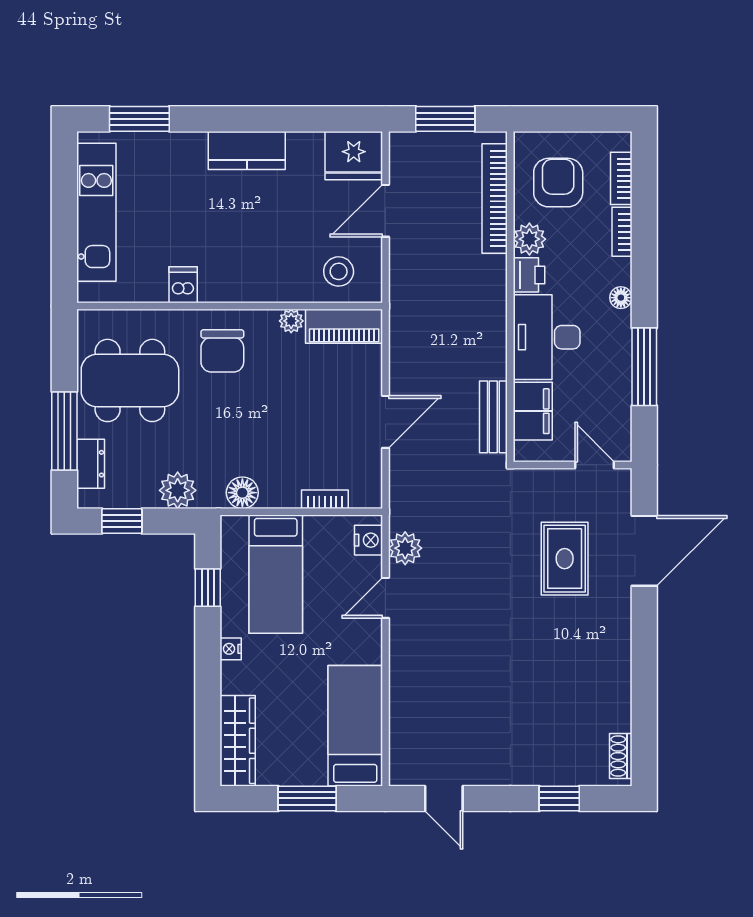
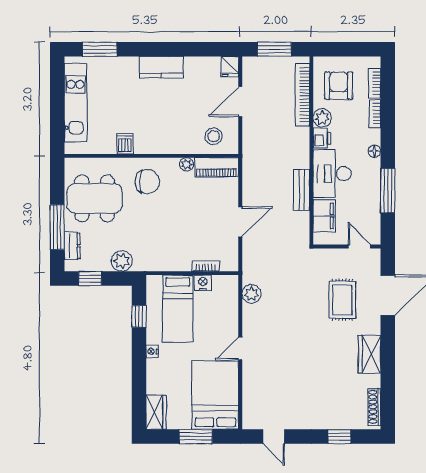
fridge: (354, 156) -> (230, 67), width x0.53, depth x0.75
chair: (222, 351) -> (147, 182), turned -90
bench: (493, 417) -> (302, 190), moved
floor lamp: (242, 493) -> (159, 262), removed
nightstand: (369, 540) -> (203, 283), moved, turned -90
door: (385, 598) -> (240, 348), moved
wardrobe: (612, 654) -> (370, 354), added
bed: (355, 726) -> (215, 395), width x1.50
wardrobe: (238, 741) -> (156, 412), width x0.67
shoe rack: (621, 756) -> (374, 407), width x1.43

